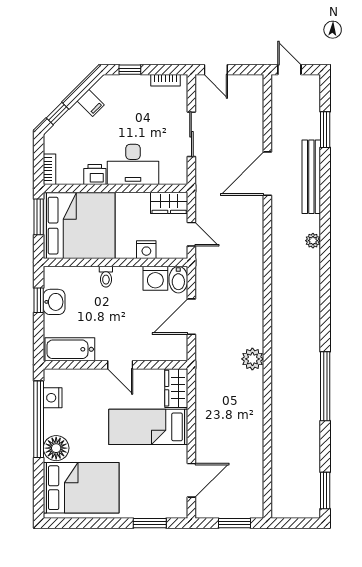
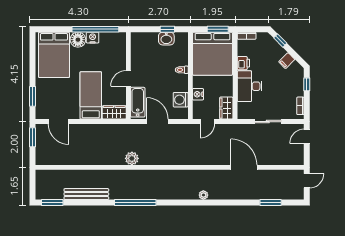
bench: (311, 177) -> (86, 194), moved
bidet: (178, 280) -> (180, 114), removed
bathtub: (70, 349) -> (138, 102), moved
window: (325, 386) -> (135, 202), moved
nightstand: (53, 398) -> (93, 38), moved
window: (234, 523) -> (33, 137), moved

